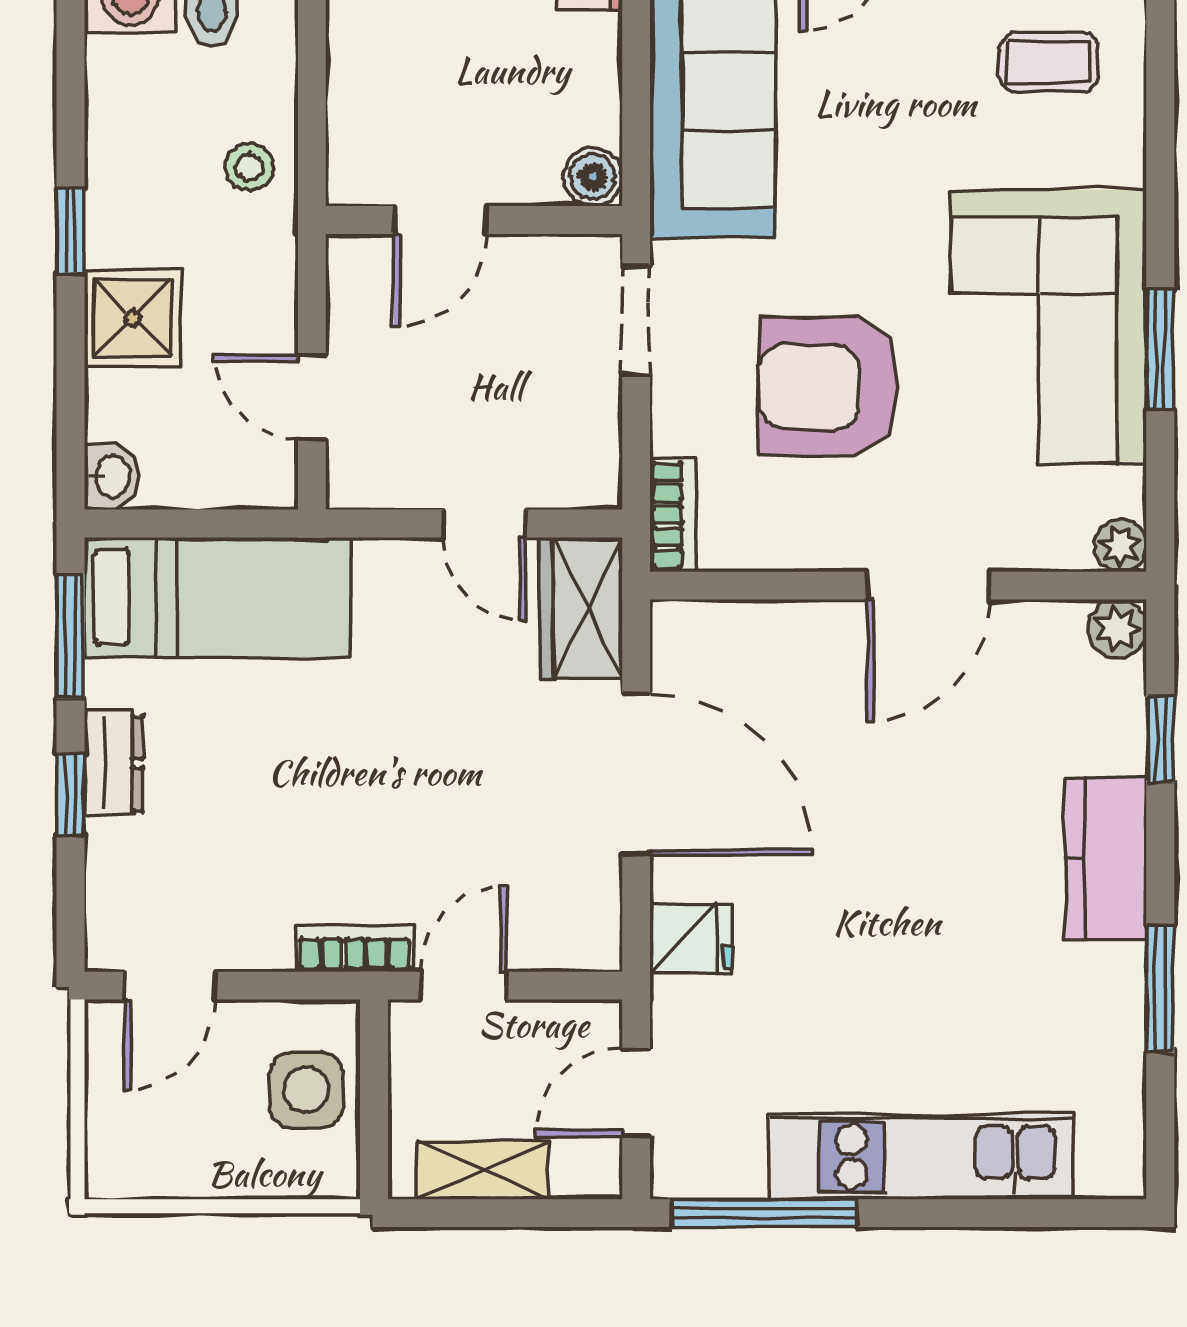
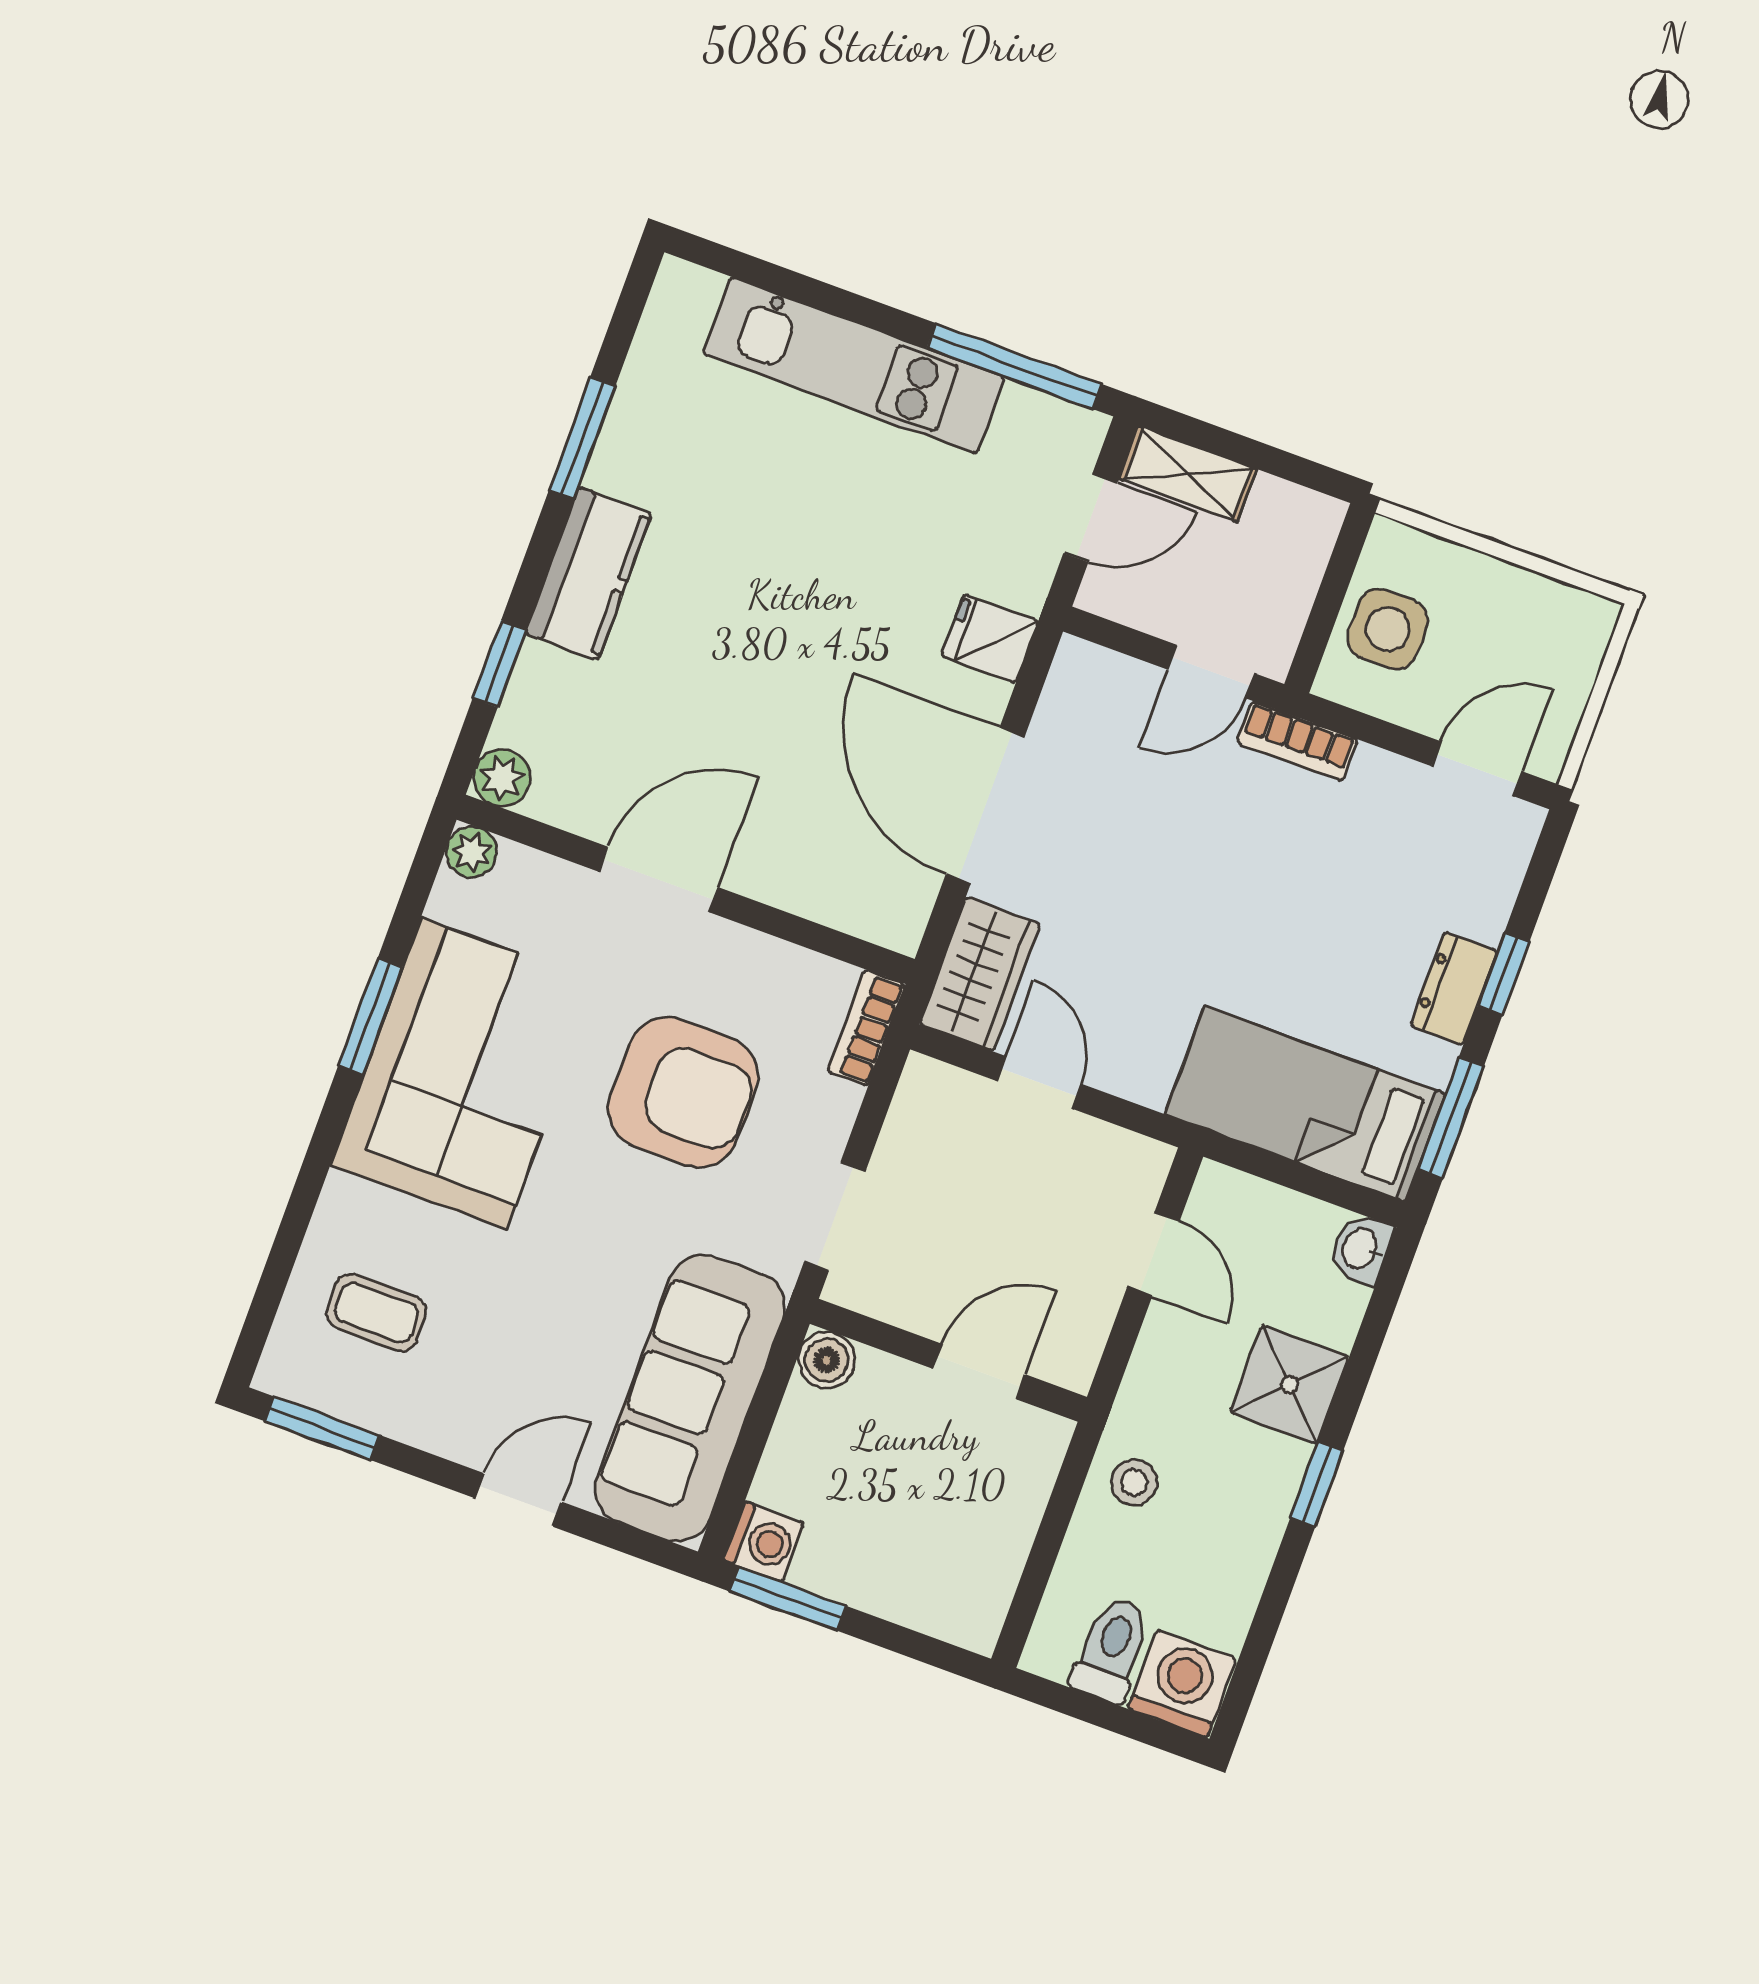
shelving: (482, 1170) -> (1188, 474), moved

